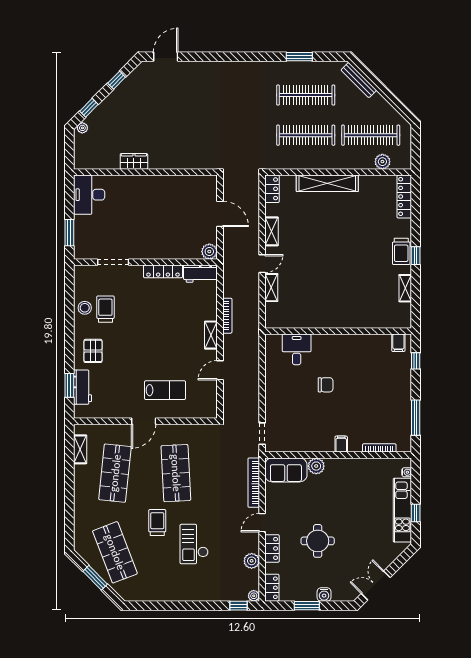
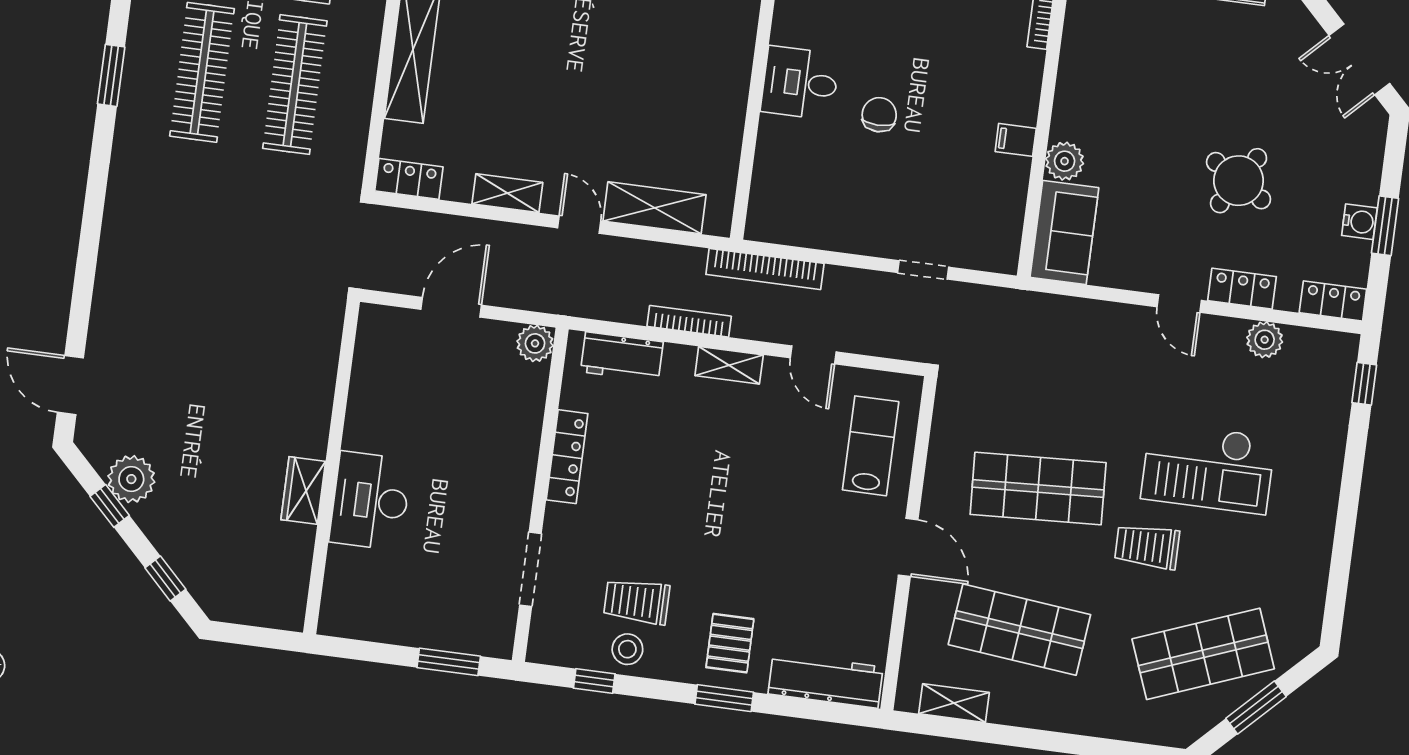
plant: (82, 128) -> (131, 479), moved, width x1.88, depth x1.88
desk: (89, 195) -> (370, 501), moved, turned 90
workbench: (200, 274) -> (622, 357), moved, turned 90
shelving: (271, 288) -> (654, 208), width x1.50, depth x1.33
window: (69, 296) -> (594, 681), added
desk: (297, 349) -> (800, 83), moved
pallet: (93, 351) -> (730, 643), turned 90
window: (69, 385) -> (724, 698), moved
workbench: (83, 387) -> (826, 680), width x1.37
lab bench: (165, 390) -> (871, 446), moved
doorway: (262, 434) -> (923, 270), moved
filing cabinet: (341, 444) -> (1016, 140), moved
bookcase: (254, 483) -> (765, 269), moved
round table: (318, 541) -> (1239, 181), turned 32
checkout: (194, 544) -> (1208, 468), width x1.36, depth x1.21
water cooler: (324, 595) -> (1359, 222), moved
plant: (254, 596) -> (1346, 345), removed

